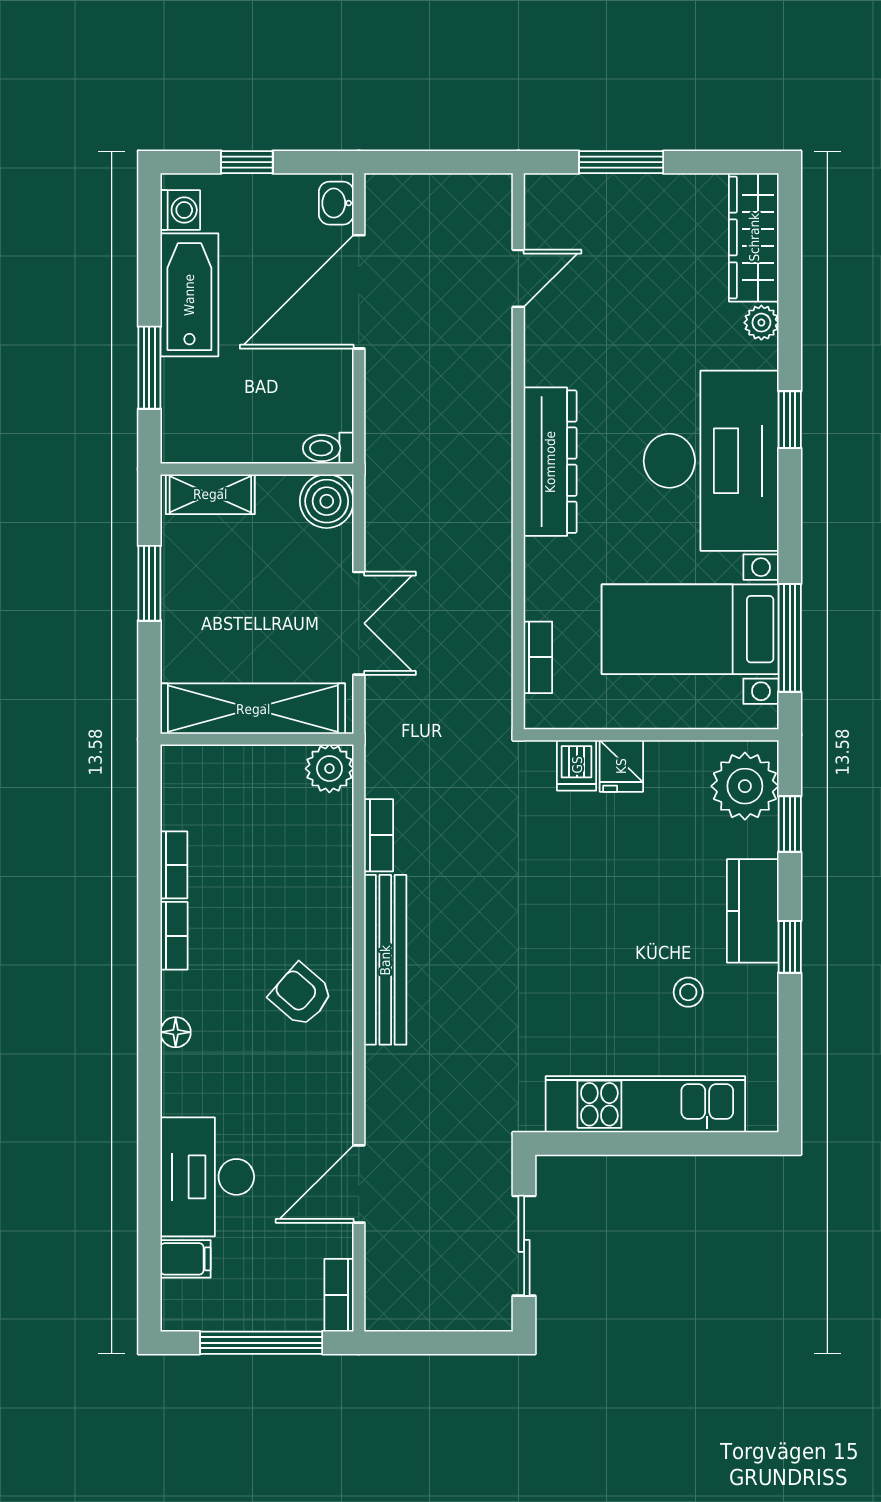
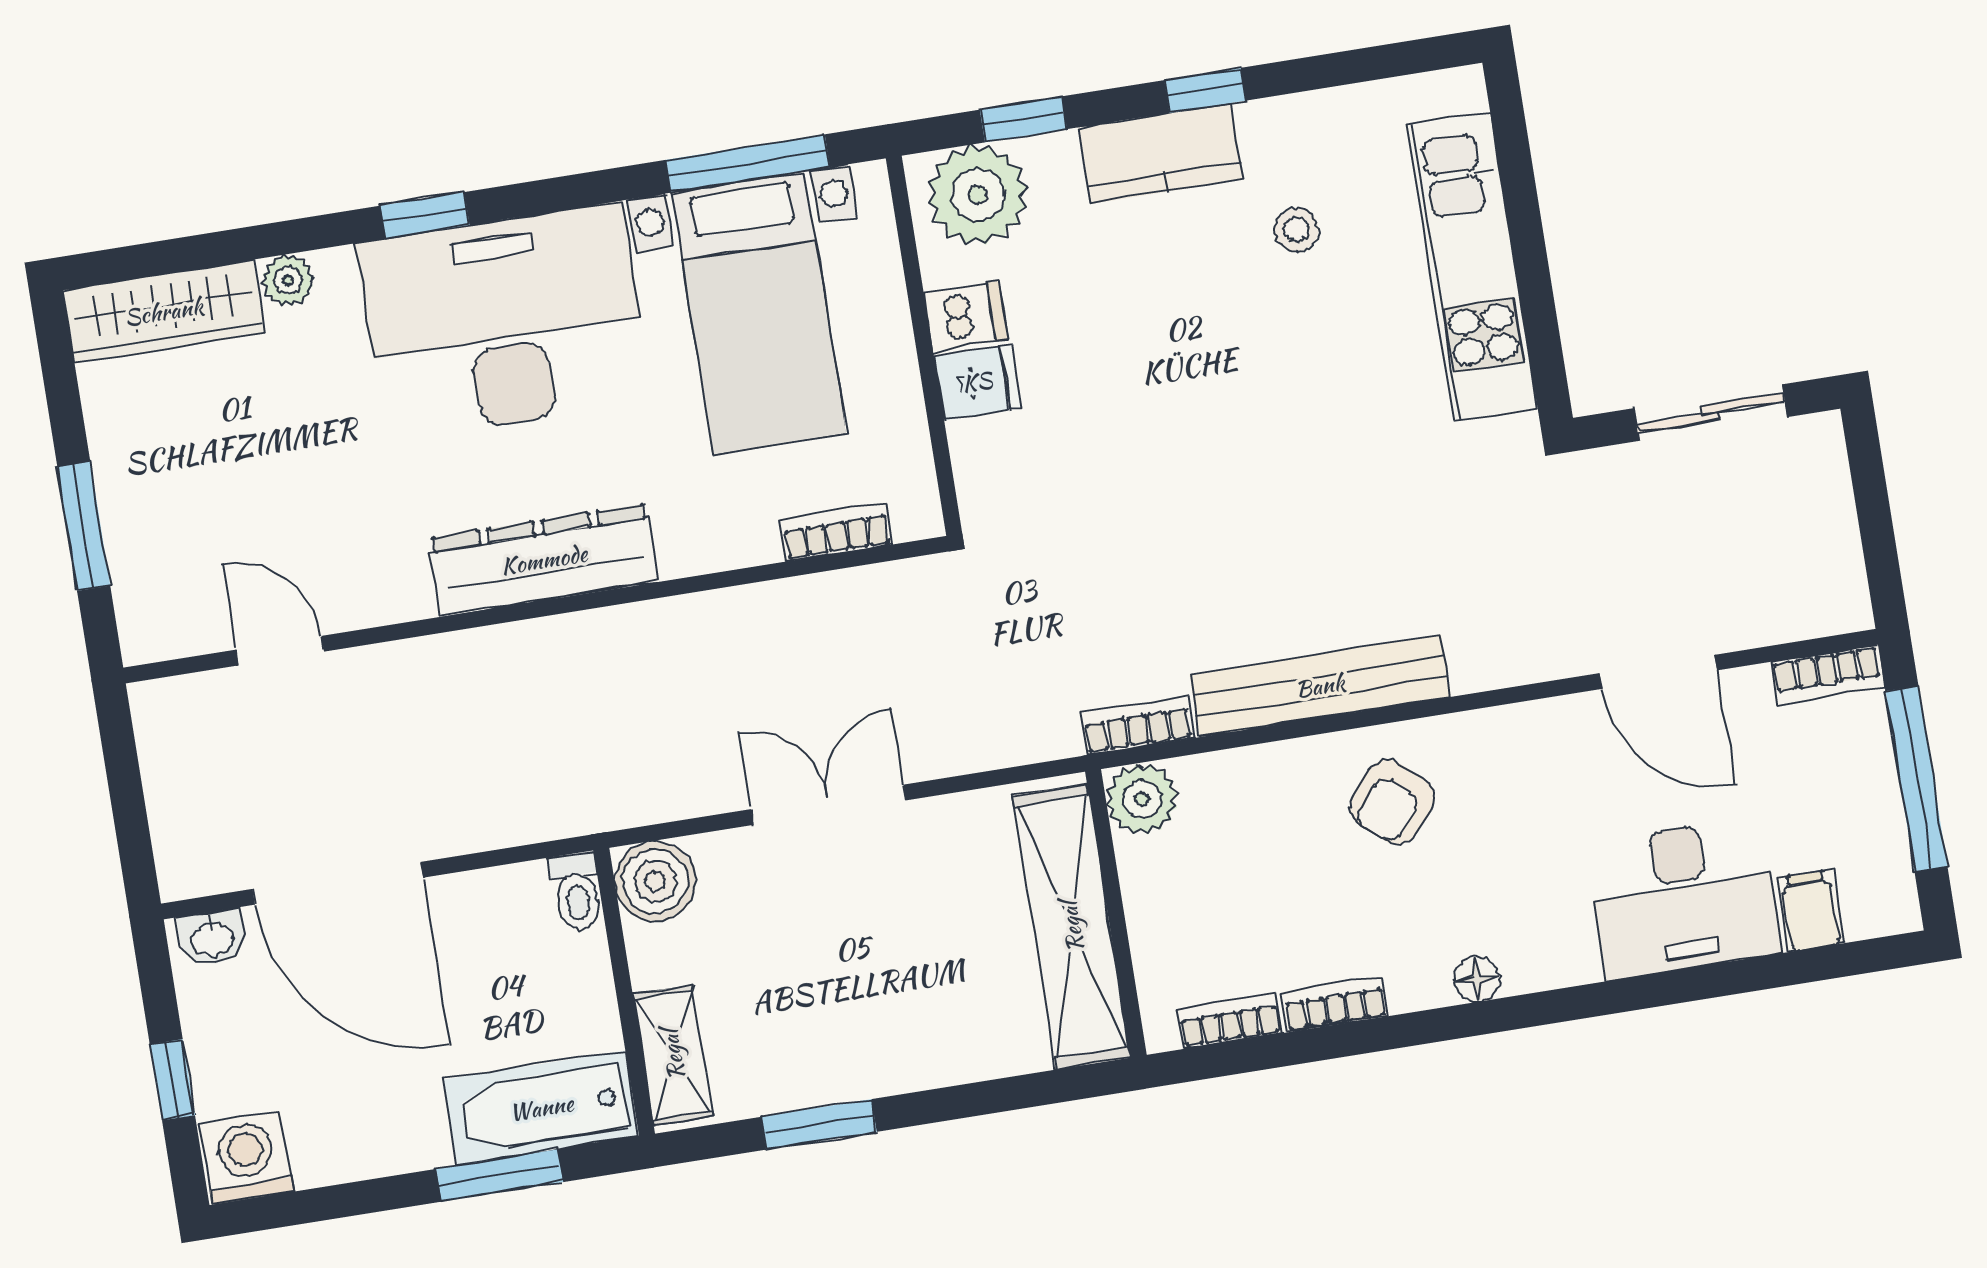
washing machine: (180, 210) -> (246, 1158), width x1.38, depth x1.38
bathtub: (189, 295) -> (541, 1108), moved
shelving: (253, 709) -> (1072, 927), moved
wall: (257, 739) -> (1116, 913), moved
dishwasher: (577, 765) -> (966, 316), moved
plant: (329, 769) -> (1142, 799), moved

